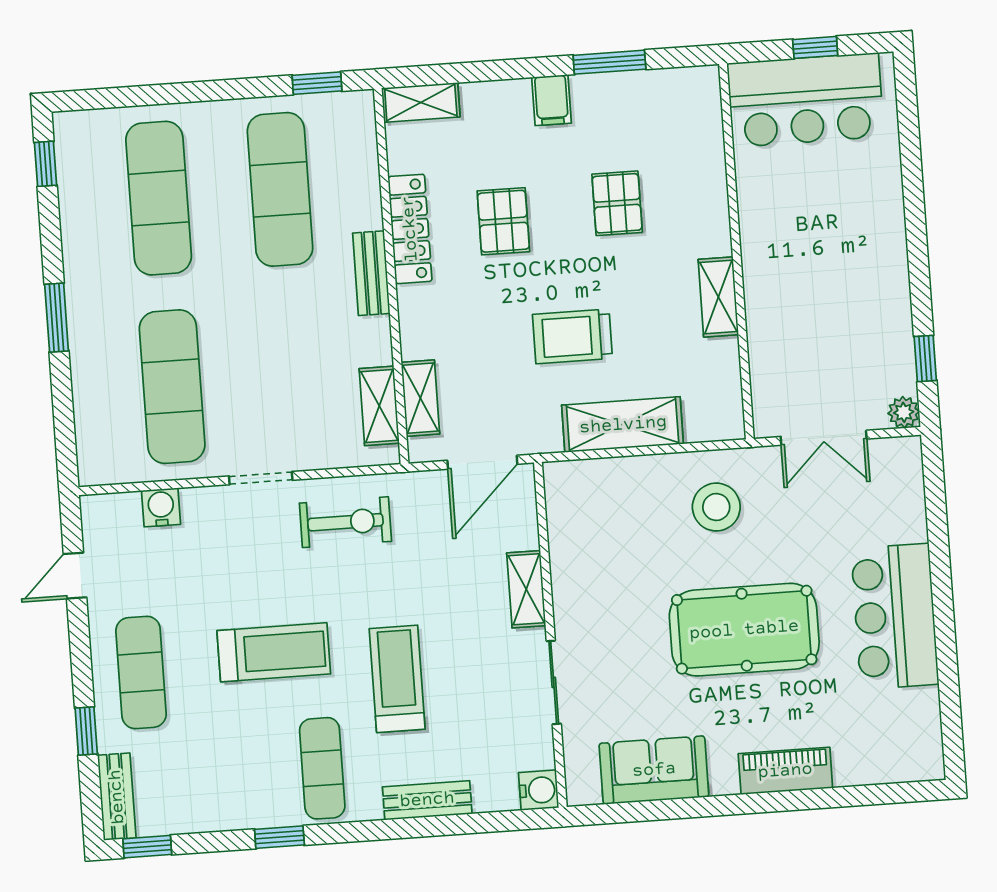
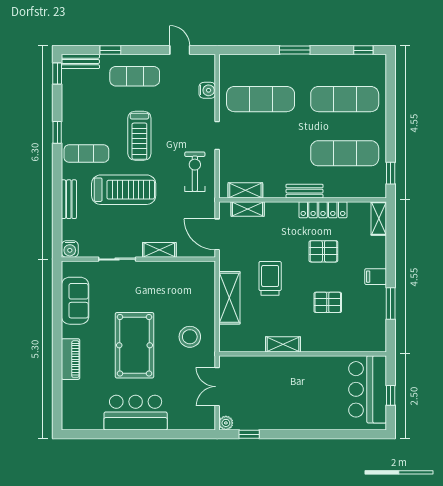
exercise bike: (345, 522) -> (195, 172), turned 180
treadmill: (397, 679) -> (124, 190), width x1.37, depth x1.38

